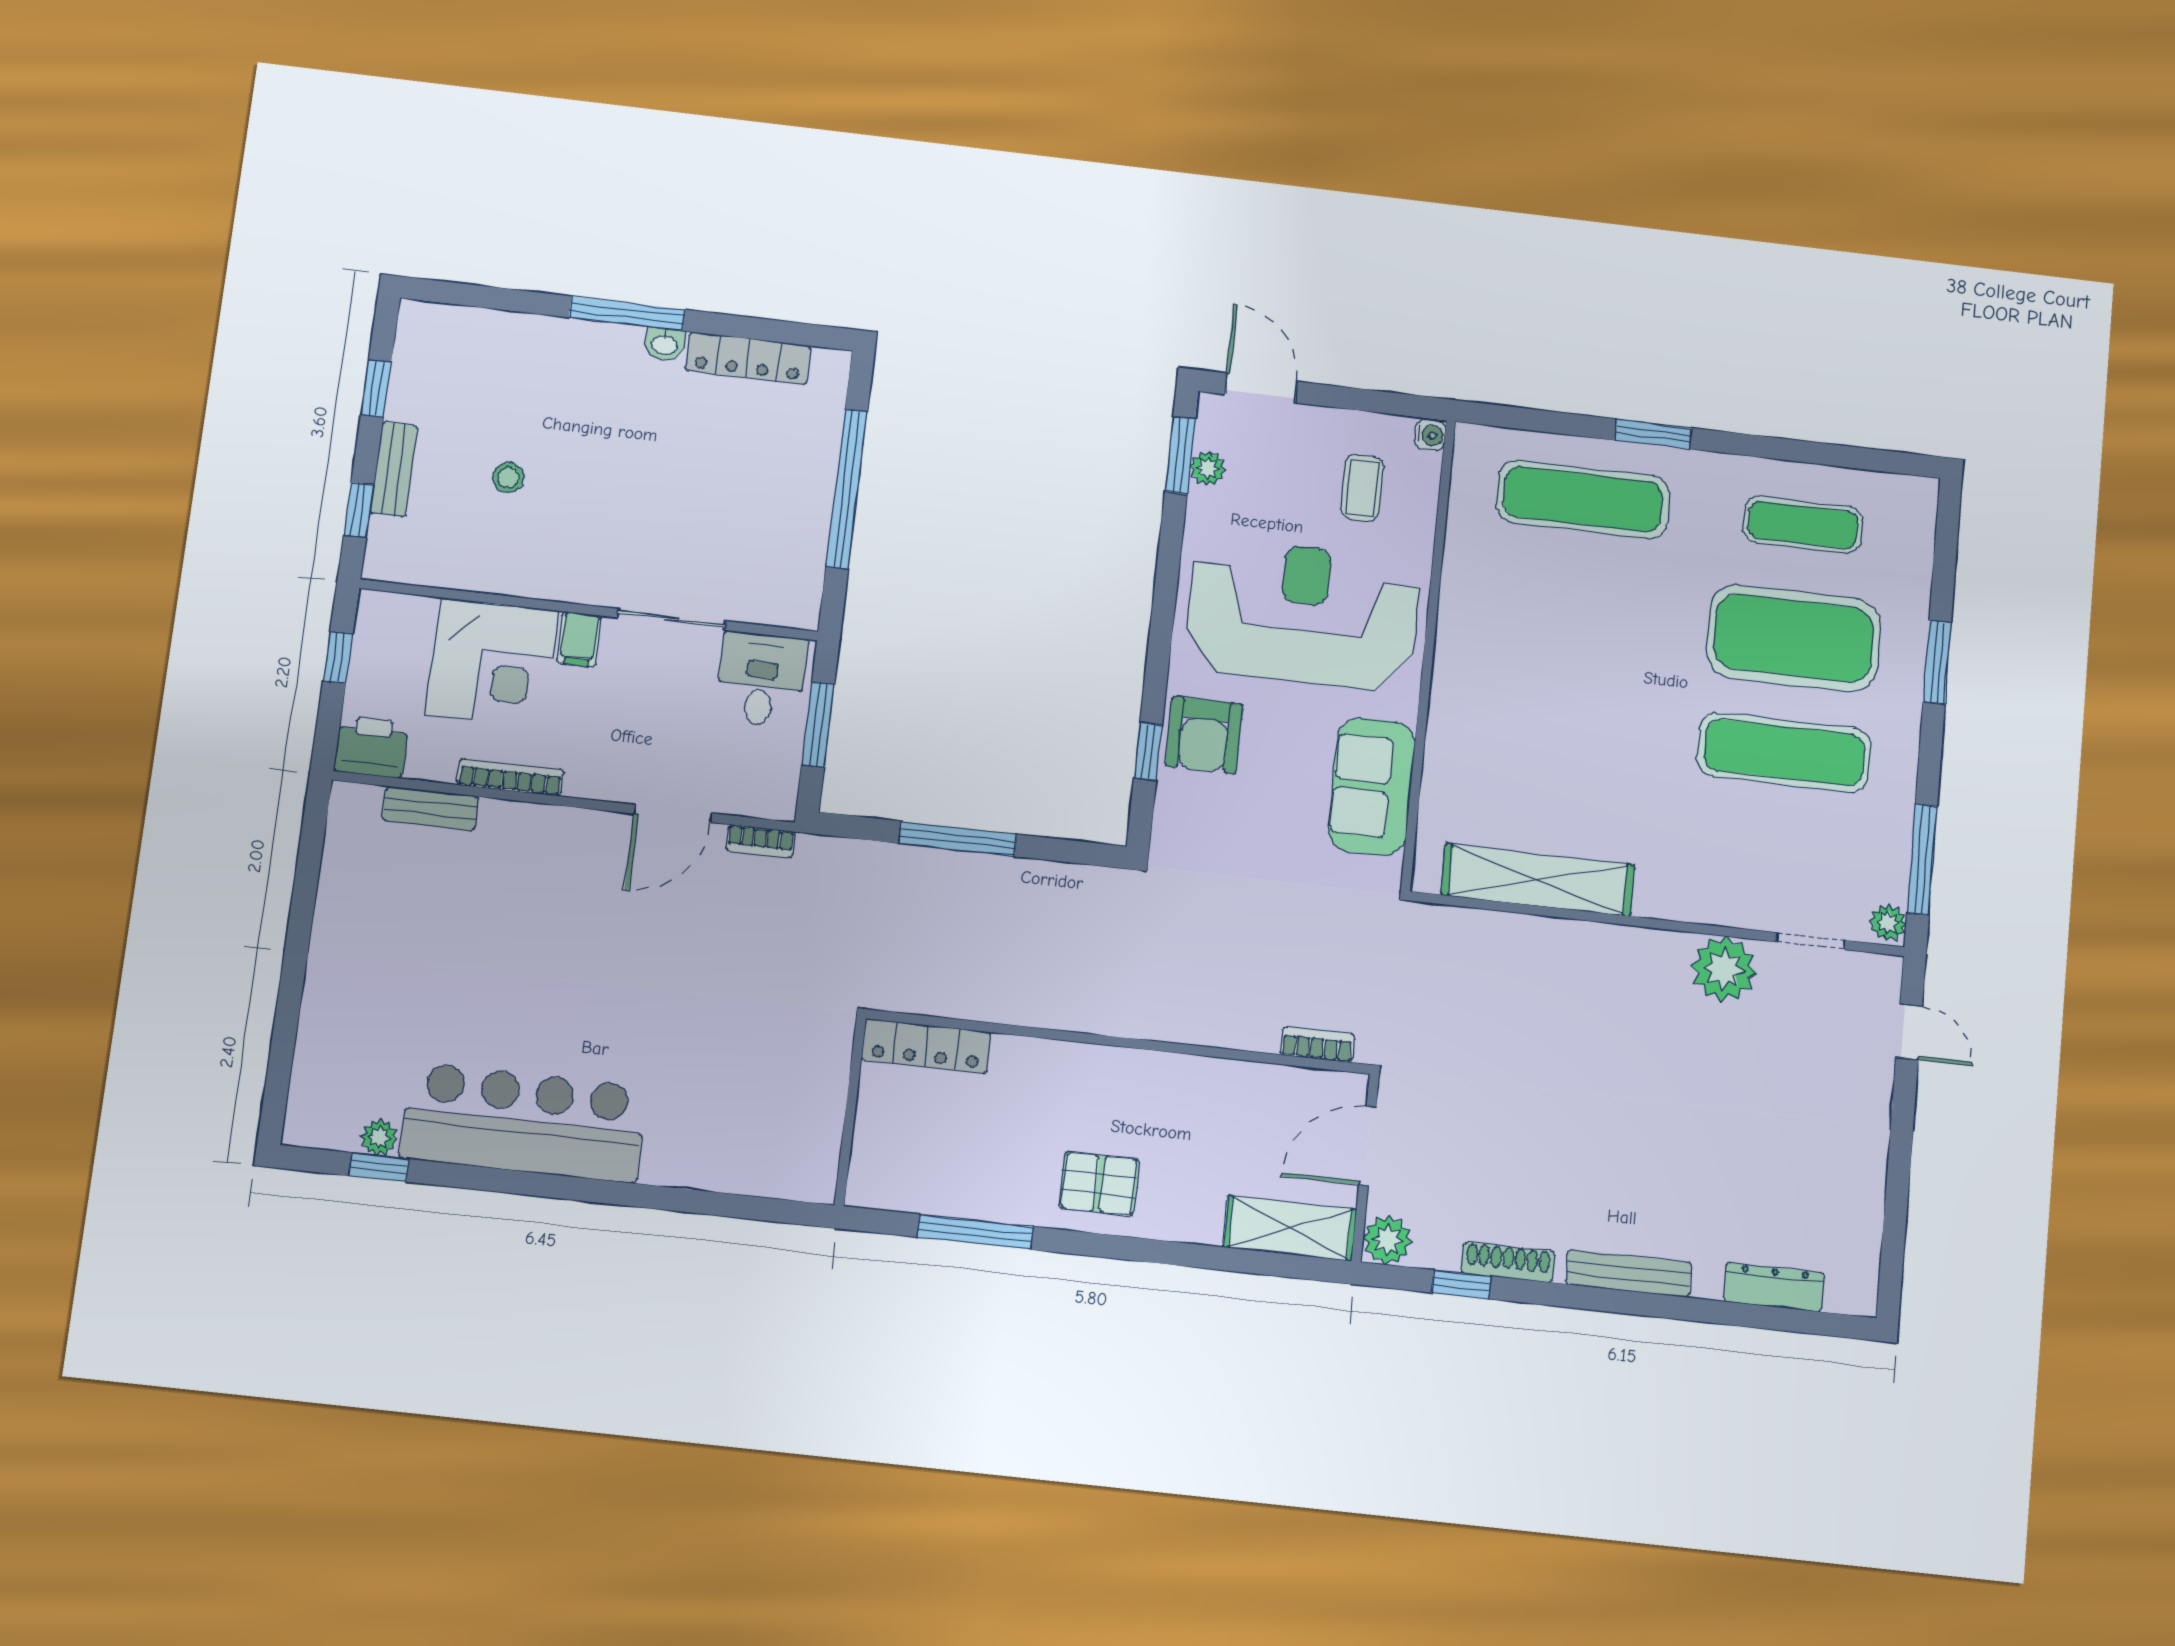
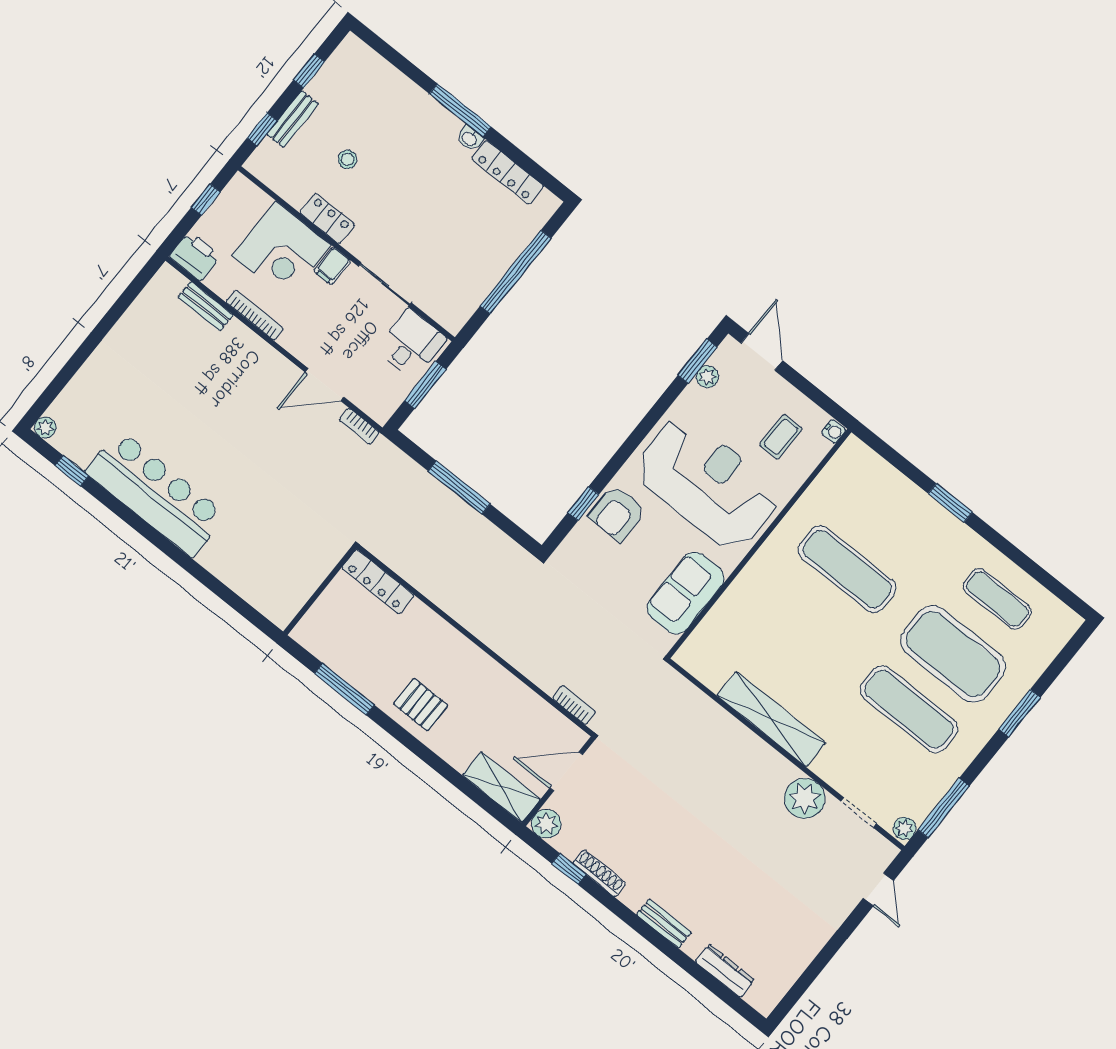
exercise mat: (1583, 499) -> (847, 569), moved
locker: (531, 577) -> (327, 218), added
shelving: (1538, 880) -> (771, 719), moved
plant: (379, 1137) -> (45, 428), moved
bench: (1629, 1273) -> (664, 923), width x0.73

